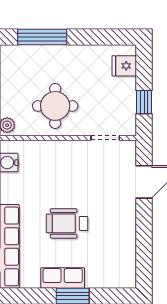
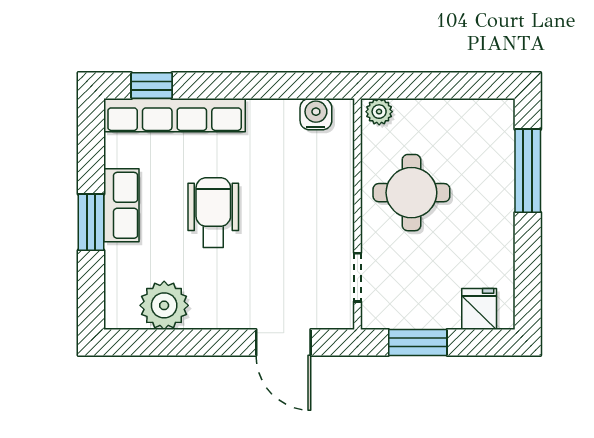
window: (144, 102) -> (418, 342), width x1.50
plant: (122, 253) -> (164, 305), added

